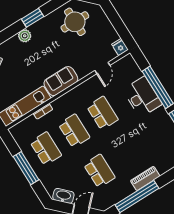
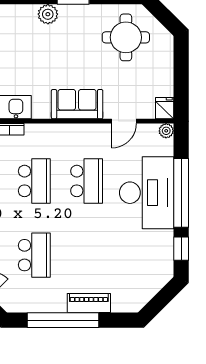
plant: (129, 59) -> (166, 131), added
sofa: (61, 81) -> (77, 104), moved
desk: (142, 97) -> (147, 193), width x1.36, depth x1.30

